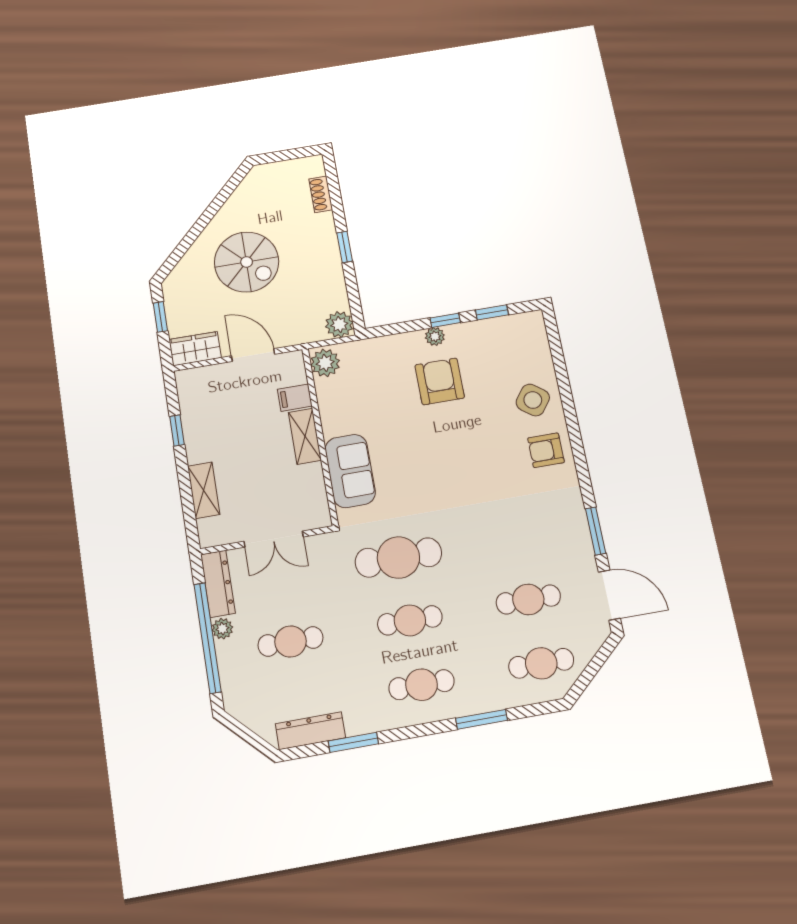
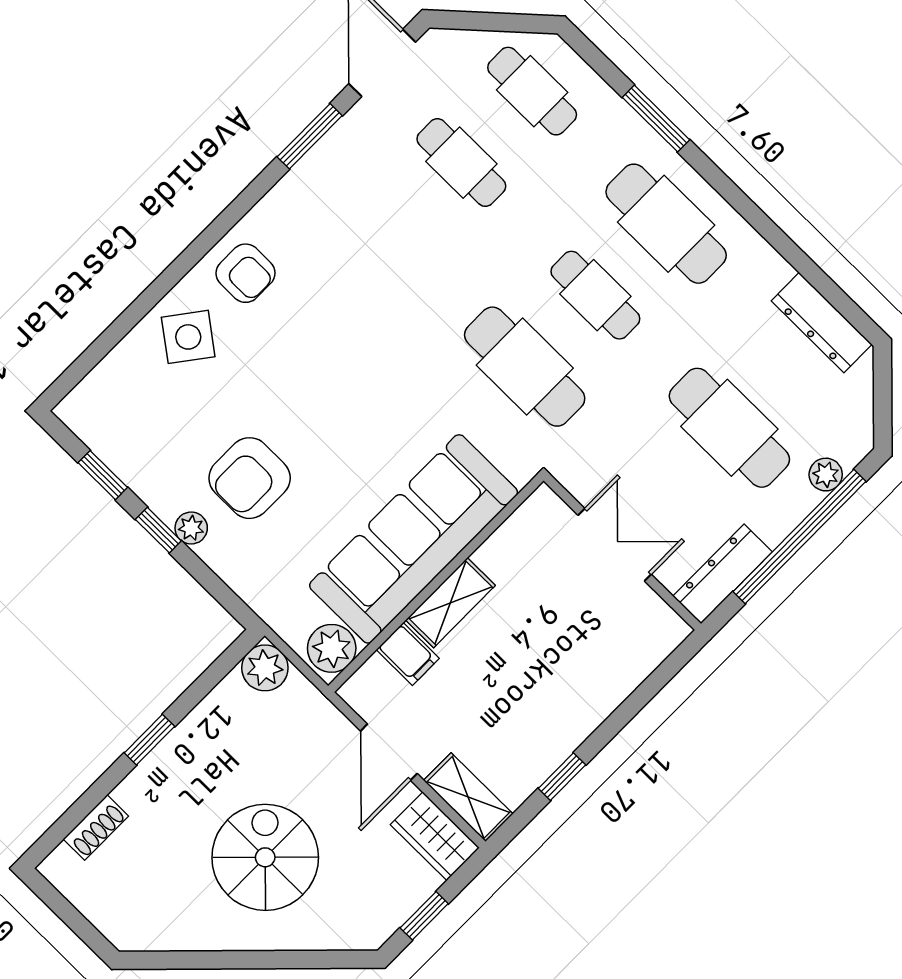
sofa: (350, 471) -> (414, 539), width x1.85, depth x1.27
shelving: (204, 490) -> (468, 797), moved, turned 90
plant: (222, 629) -> (826, 475), moved
cafe table: (291, 641) -> (729, 428), width x1.37, depth x1.35
cafe table: (422, 685) -> (666, 224), width x1.37, depth x1.35
window: (353, 742) -> (798, 259), removed

